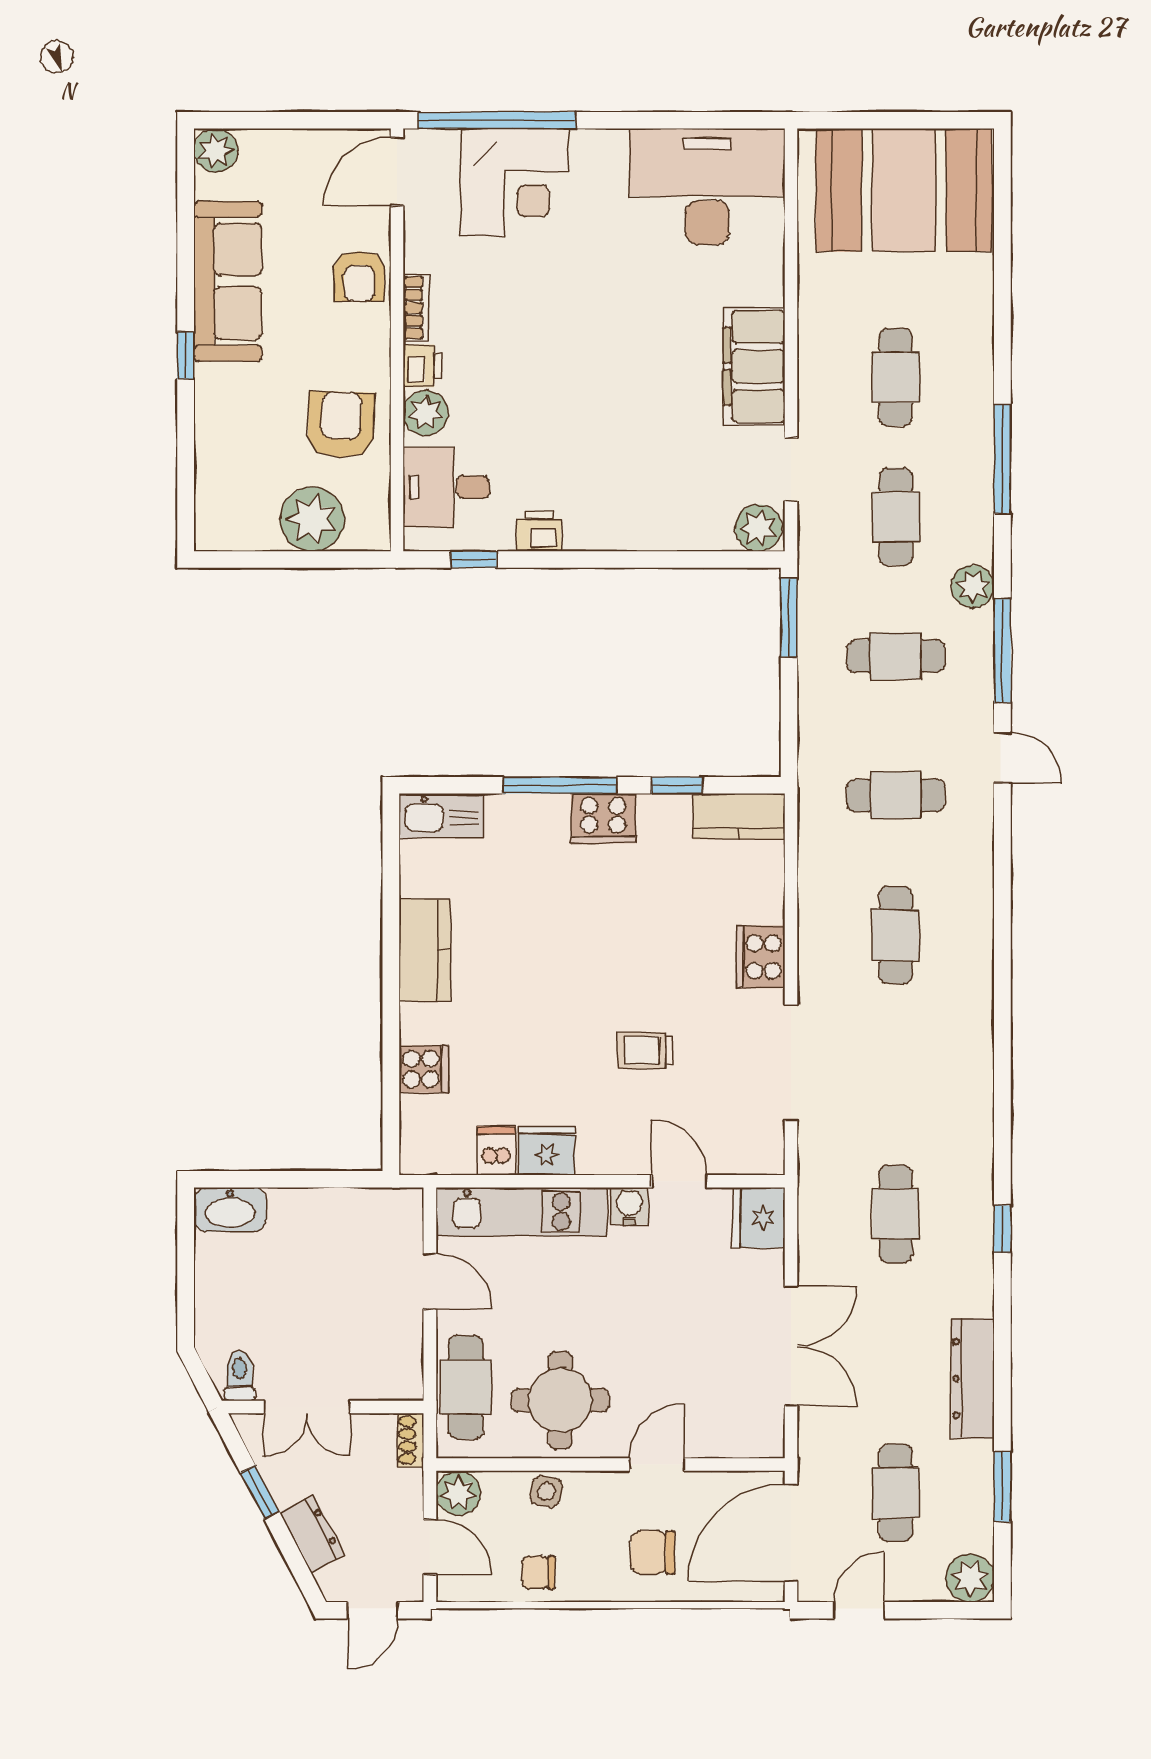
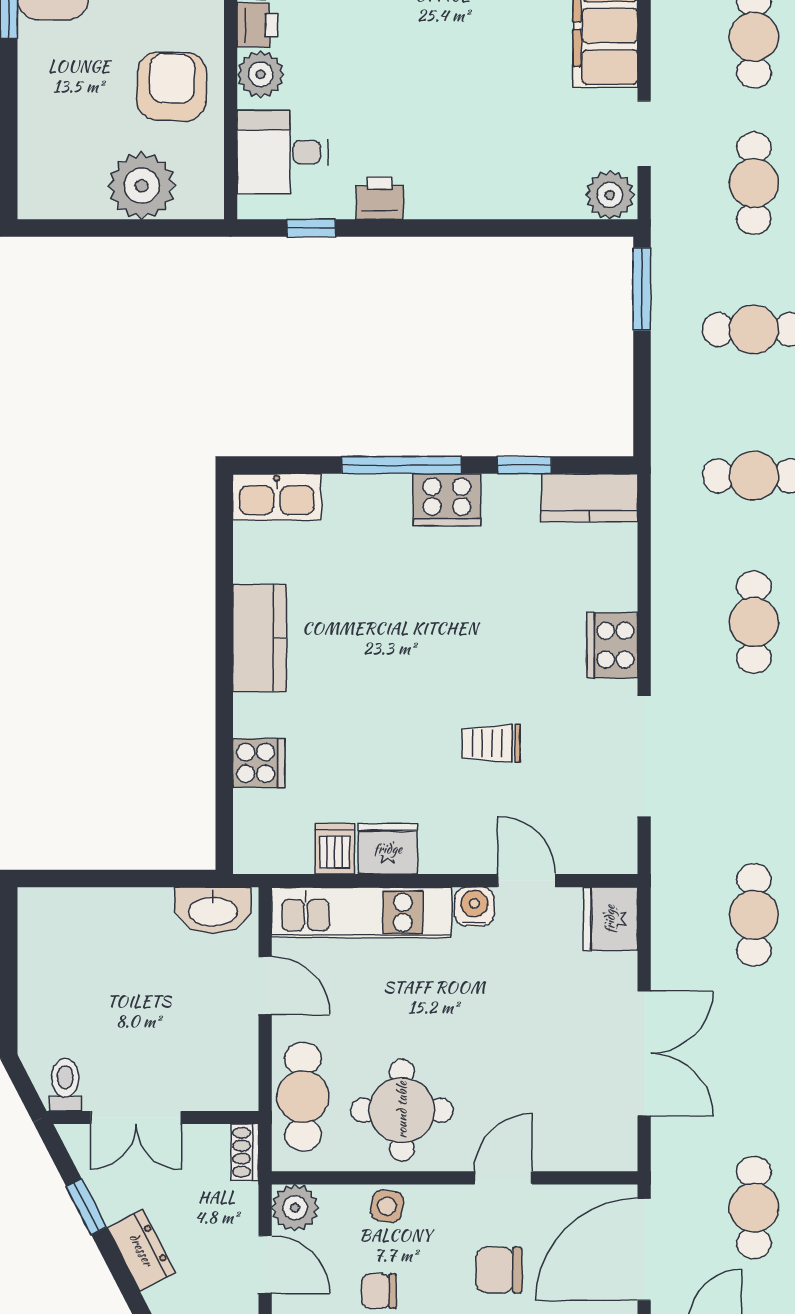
washbasin: (230, 1210) -> (213, 910), moved

